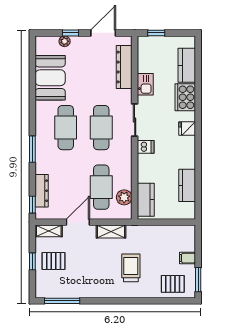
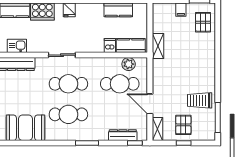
kitchen sink: (145, 84) -> (17, 46), moved
dishwasher: (146, 147) -> (110, 46), moved
shelving: (111, 231) -> (158, 46), moved
trolley: (131, 268) -> (200, 100), moved

